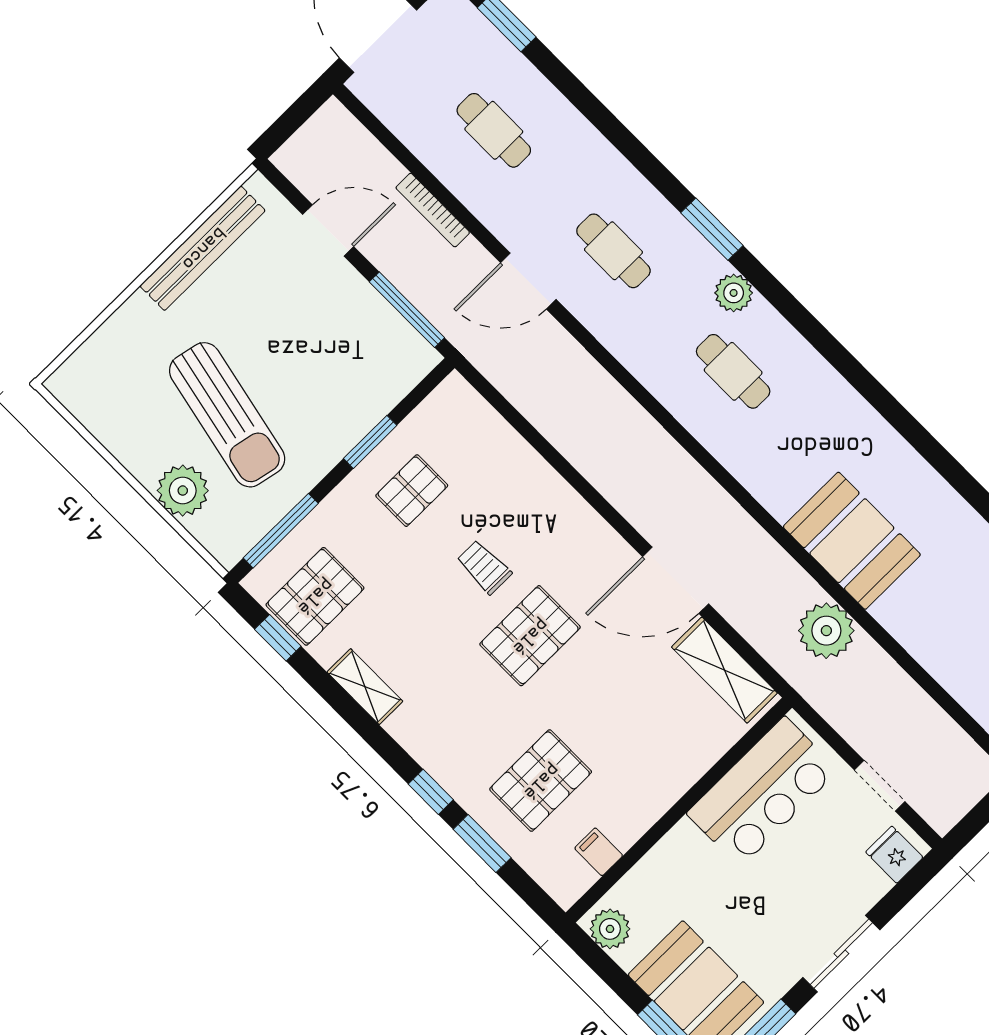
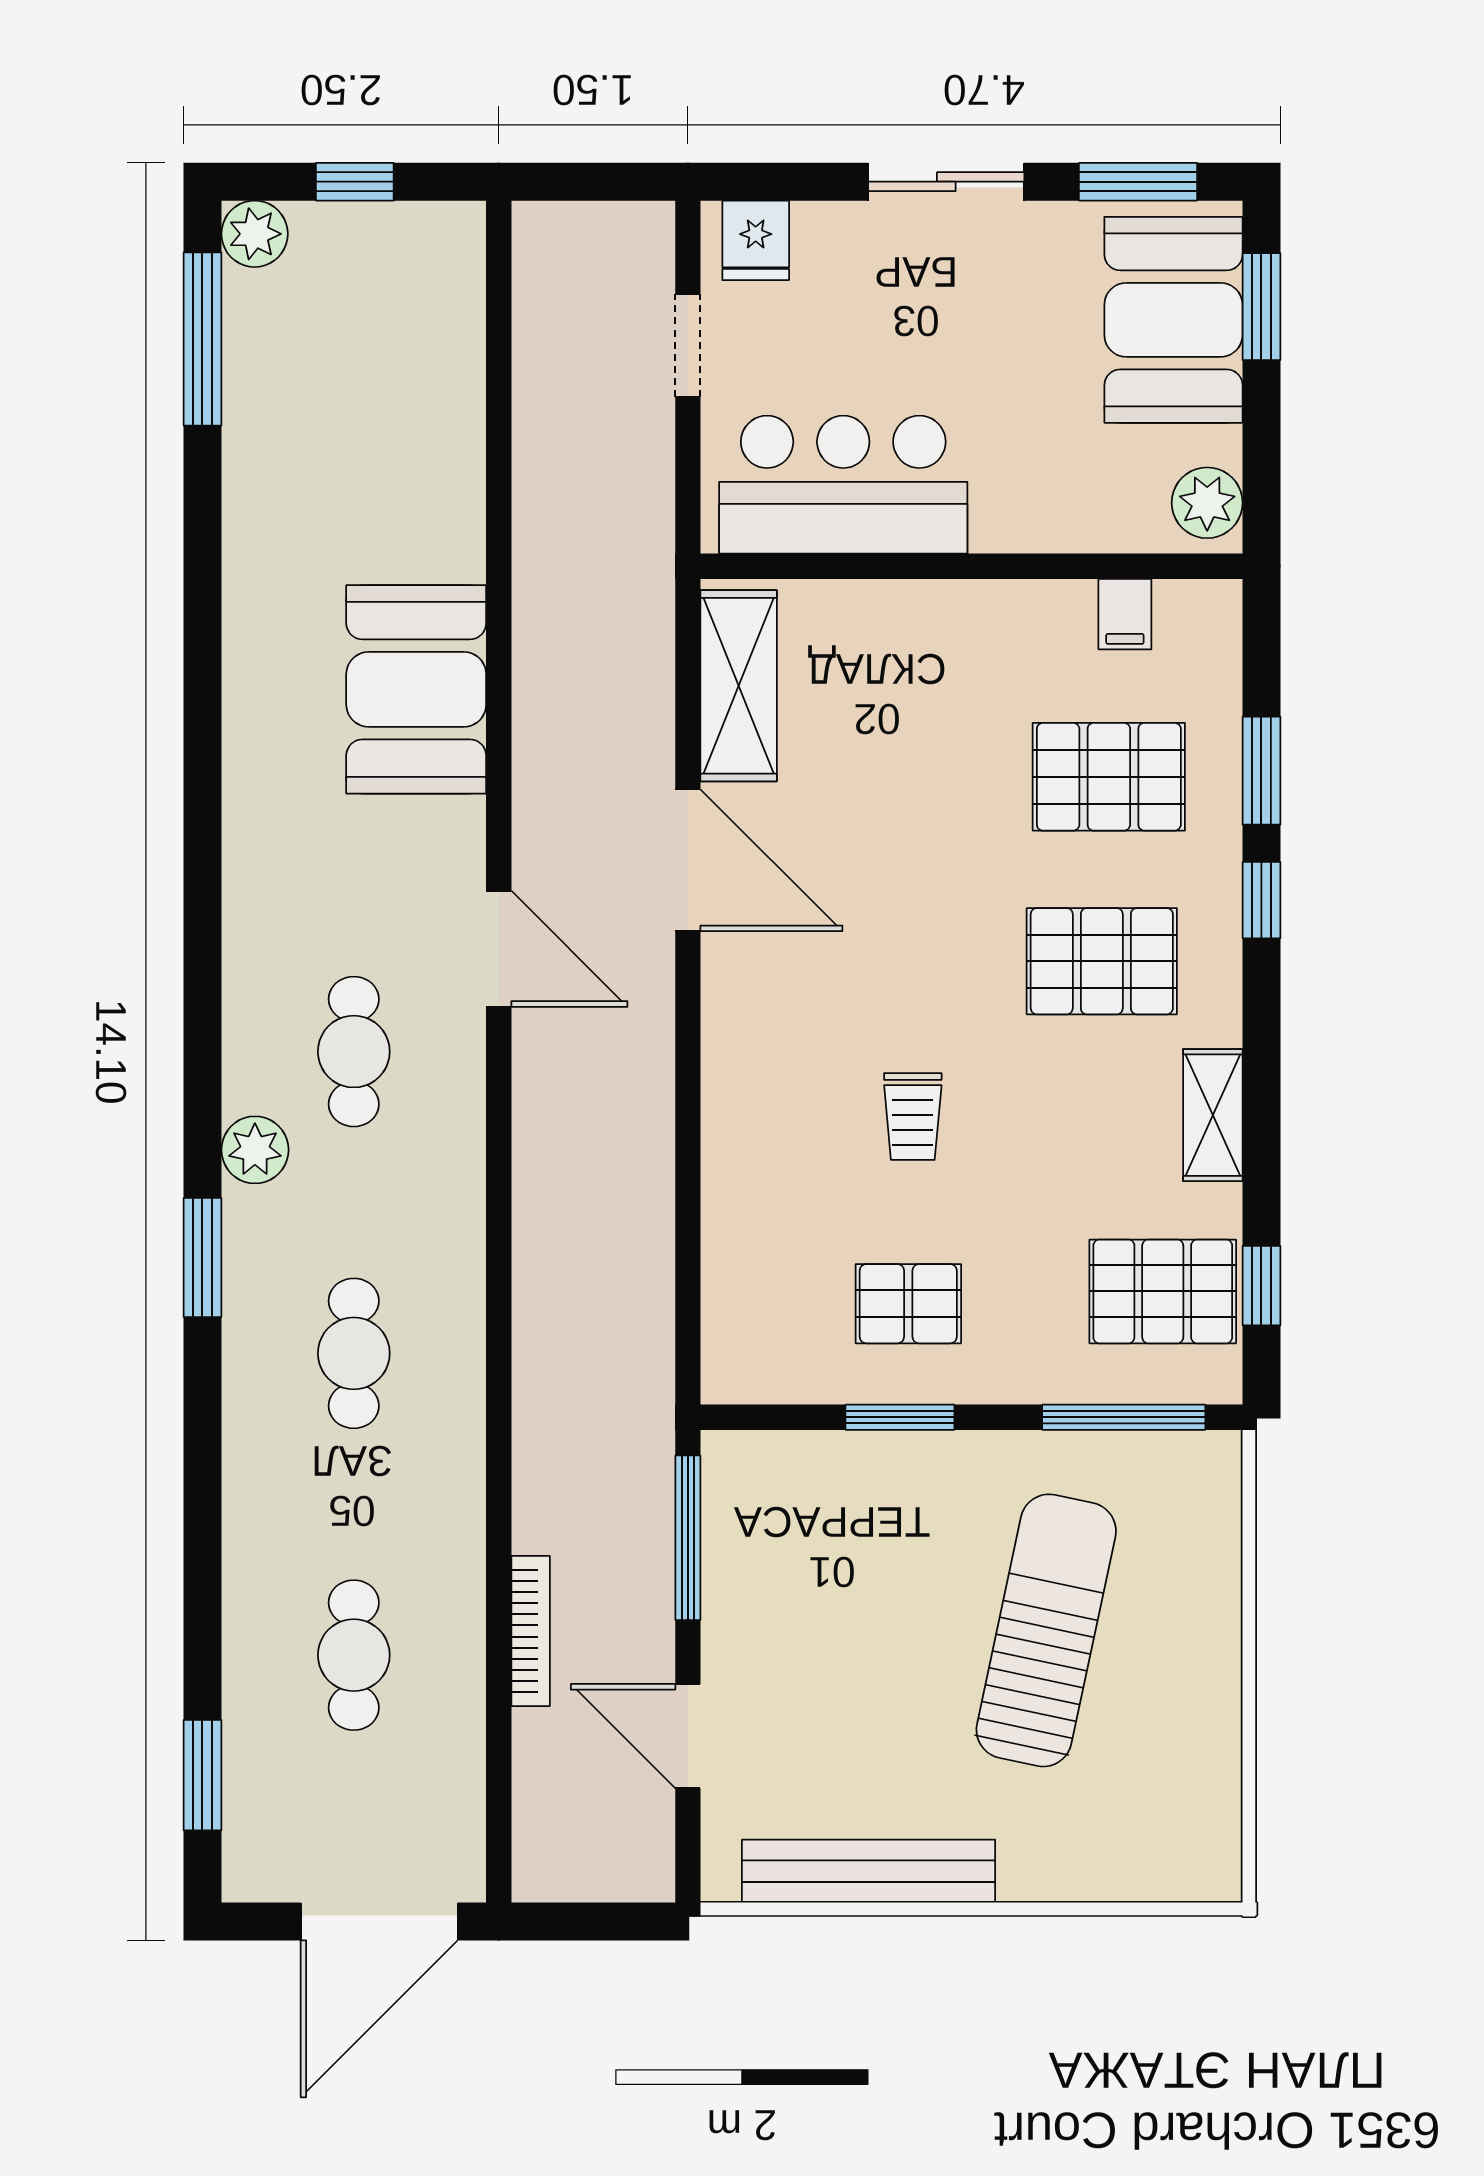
door: (528, 281) -> (499, 949), moved
plant: (183, 491) -> (1197, 1590), removed
plant: (826, 631) -> (561, 608), removed
pallet: (530, 636) -> (1102, 961), moved

